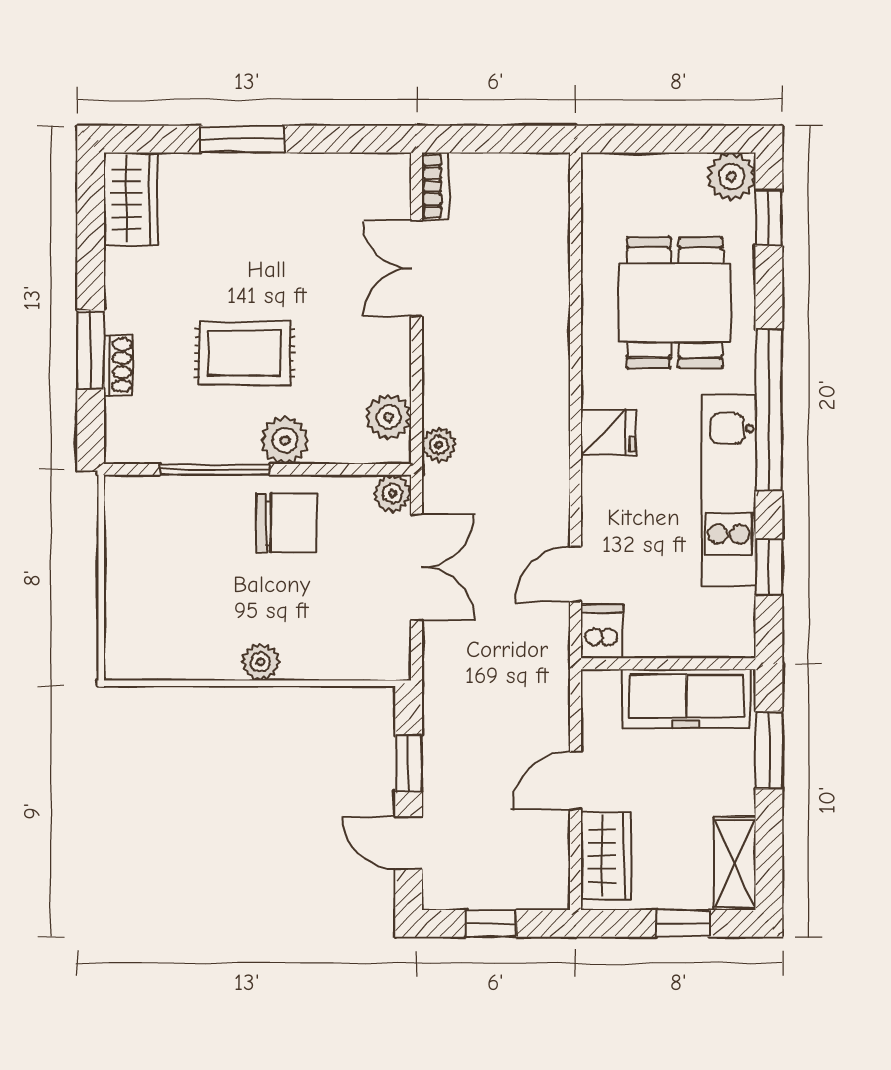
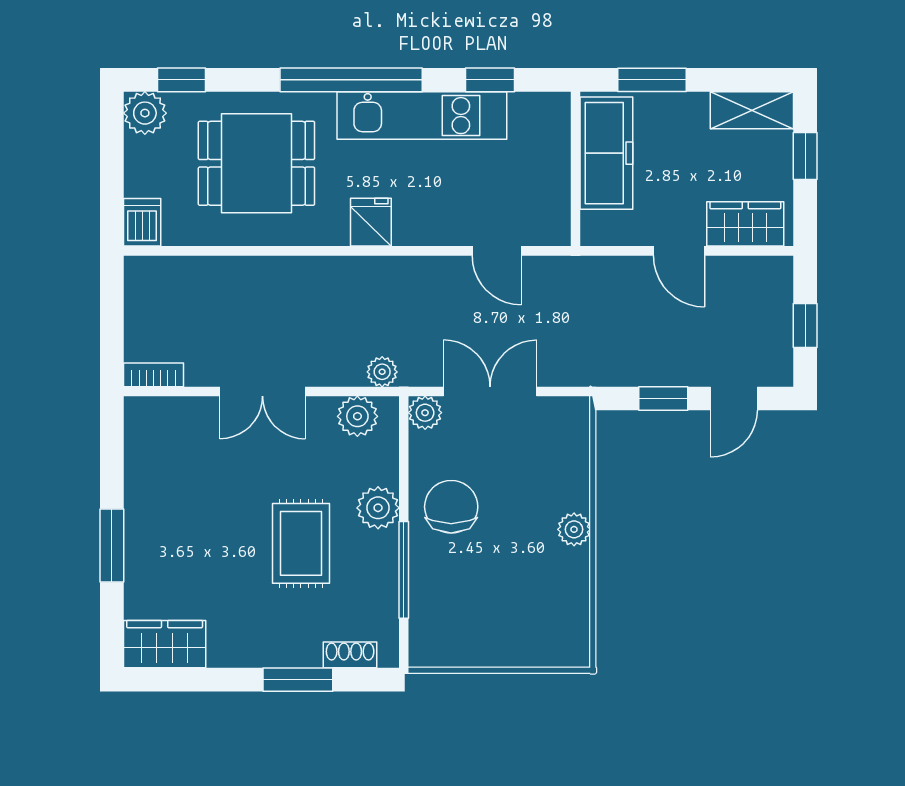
double door: (417, 269) -> (262, 391), moved
shoe rack: (119, 365) -> (350, 655), moved
dishwasher: (602, 631) -> (142, 222), moved, turned 90

